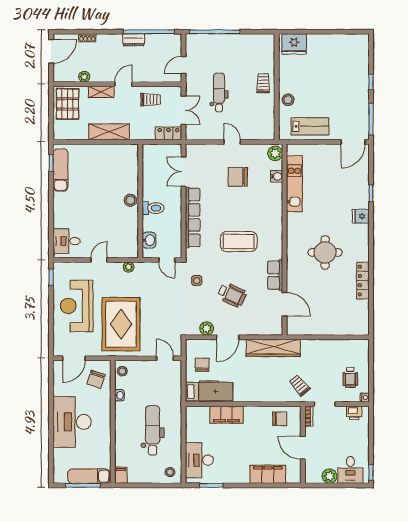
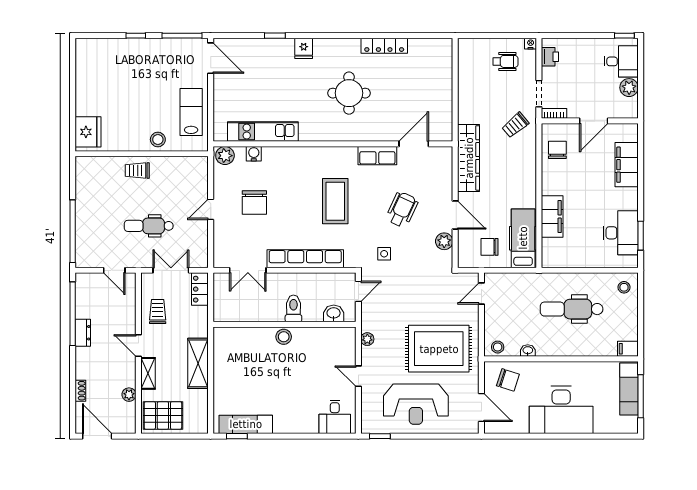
desk: (199, 460) -> (621, 233), moved, turned -90

